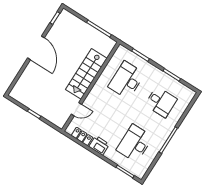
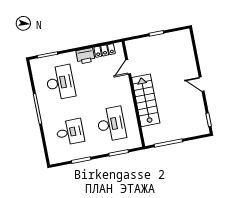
door: (36, 48) -> (202, 84), width x0.53
desk: (161, 102) -> (70, 132), turned 180

